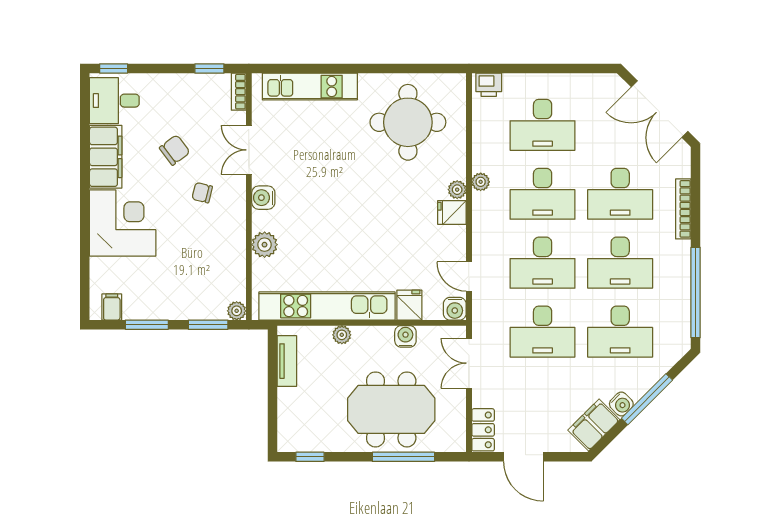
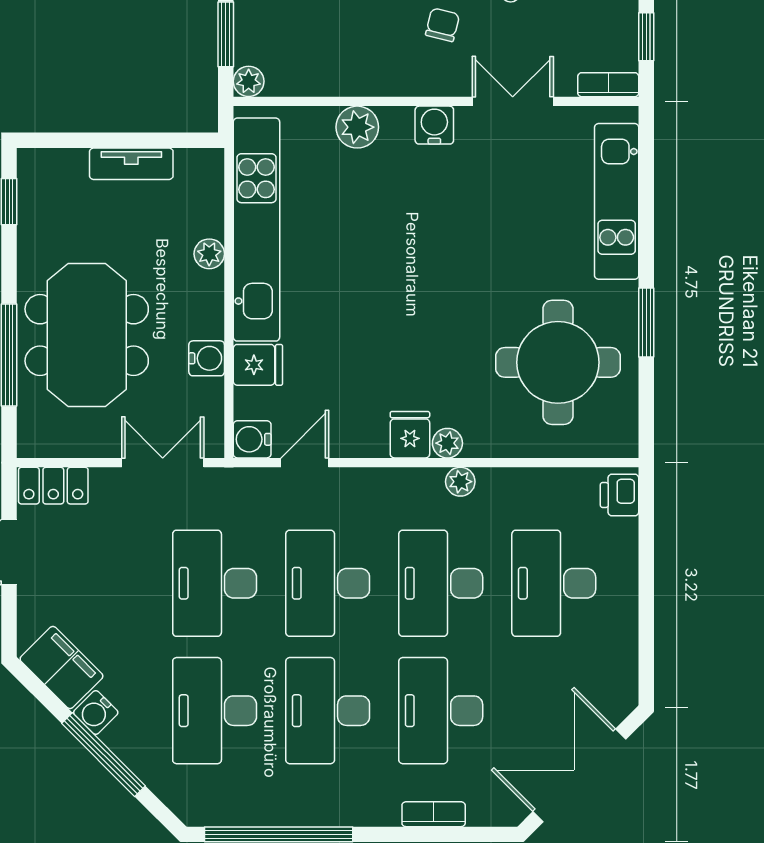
window: (384, 68) -> (646, 322), added
bookcase: (683, 209) -> (434, 814), width x0.64
tv unit: (287, 361) -> (131, 164), moved

